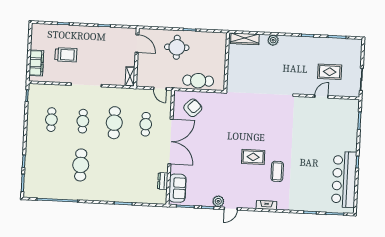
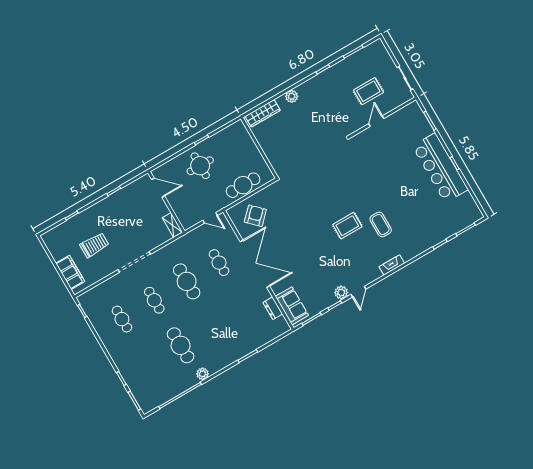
bar counter: (344, 179) -> (440, 168), moved
plant: (83, 195) -> (203, 374), added

